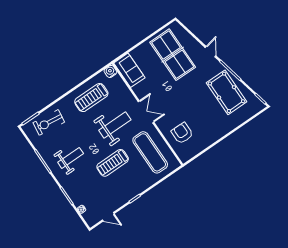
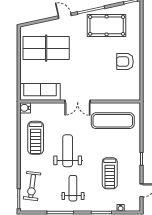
sofa: (129, 70) -> (40, 92), width x1.36
double door: (146, 112) -> (78, 102), swing flipped
weight bench: (115, 125) -> (68, 151), moved
armchair: (182, 133) -> (125, 62), moved
treadmill: (113, 163) -> (110, 173), moved

